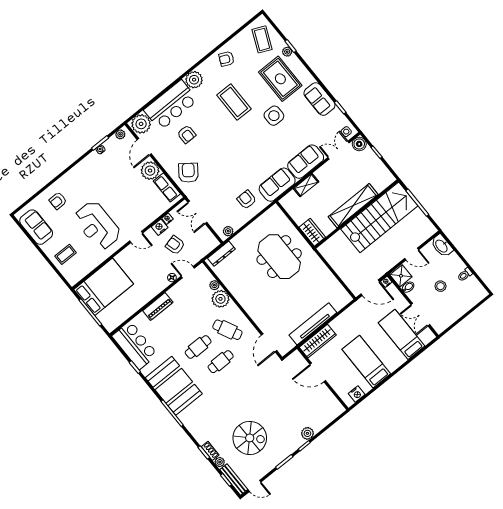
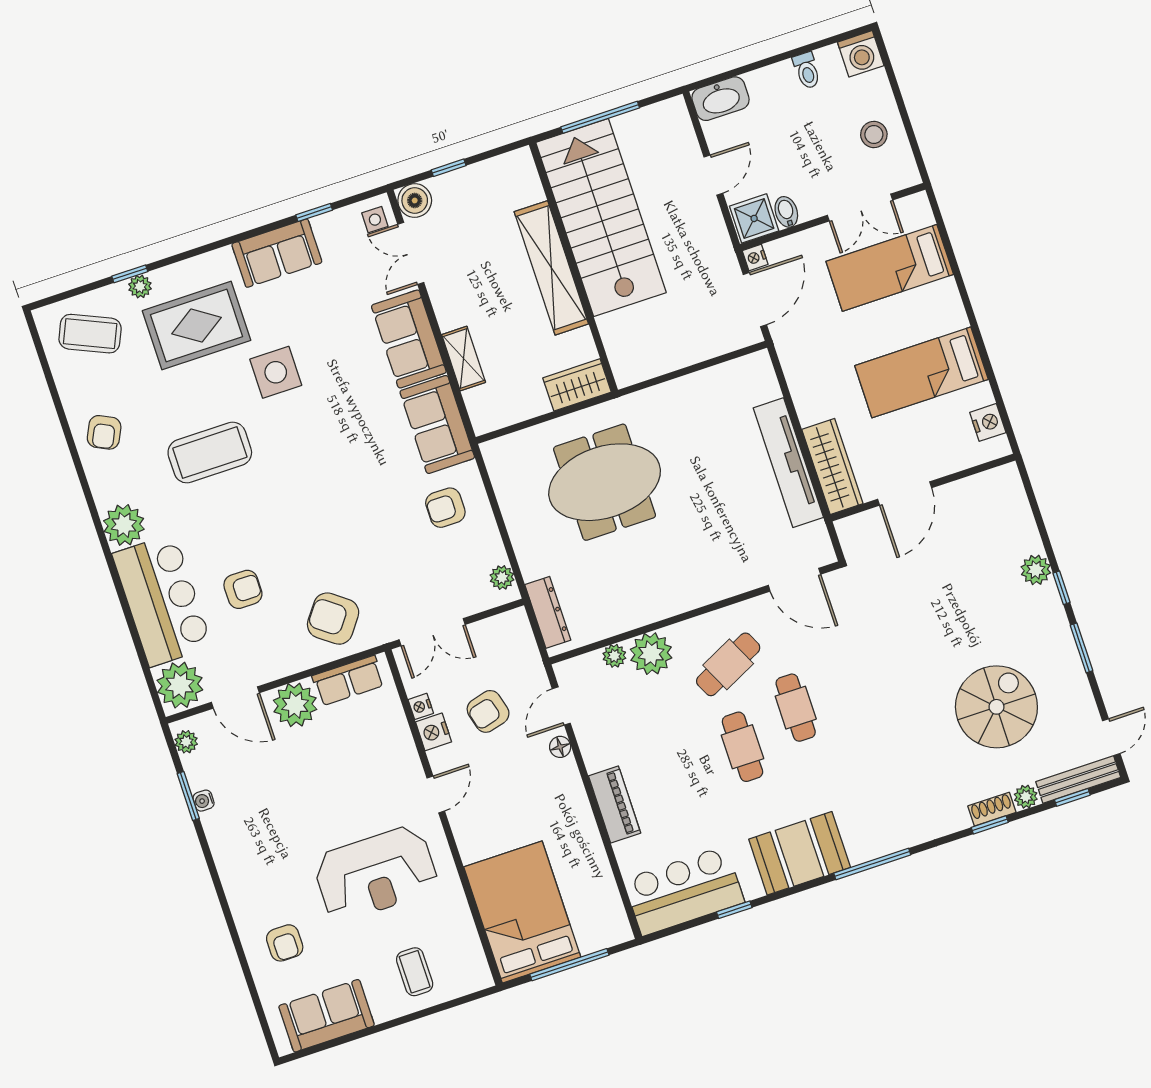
stool: (440, 286) -> (874, 135), moved
washing machine: (479, 293) -> (861, 54), added
booth: (174, 386) -> (800, 853), width x0.73, depth x0.70

